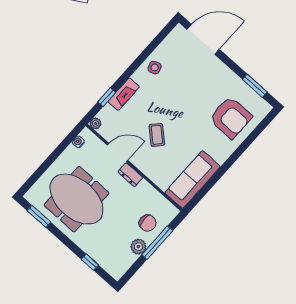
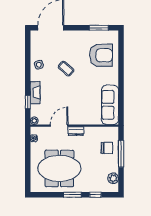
coffee table: (157, 135) -> (66, 69), moved
window: (39, 216) -> (72, 195), moved
plant: (138, 247) -> (113, 178), moved

